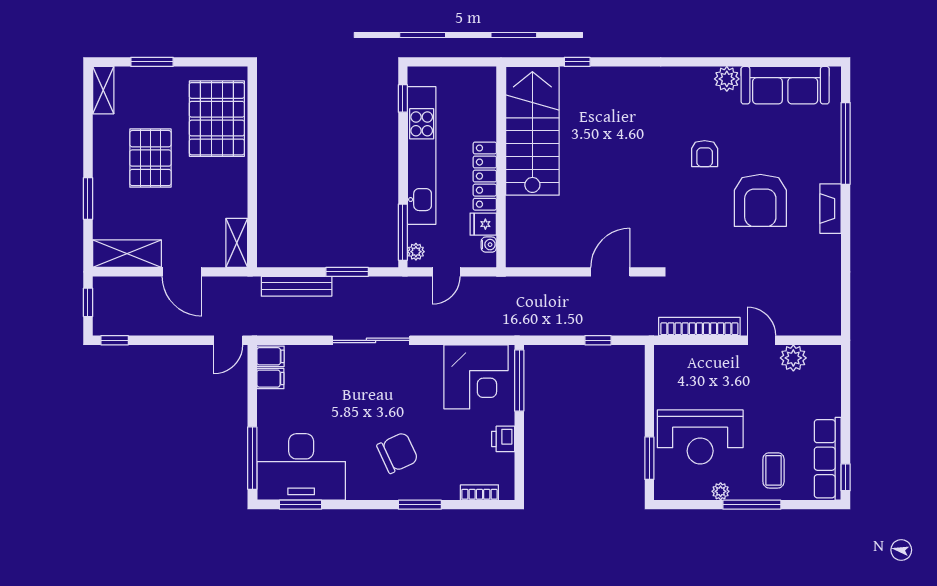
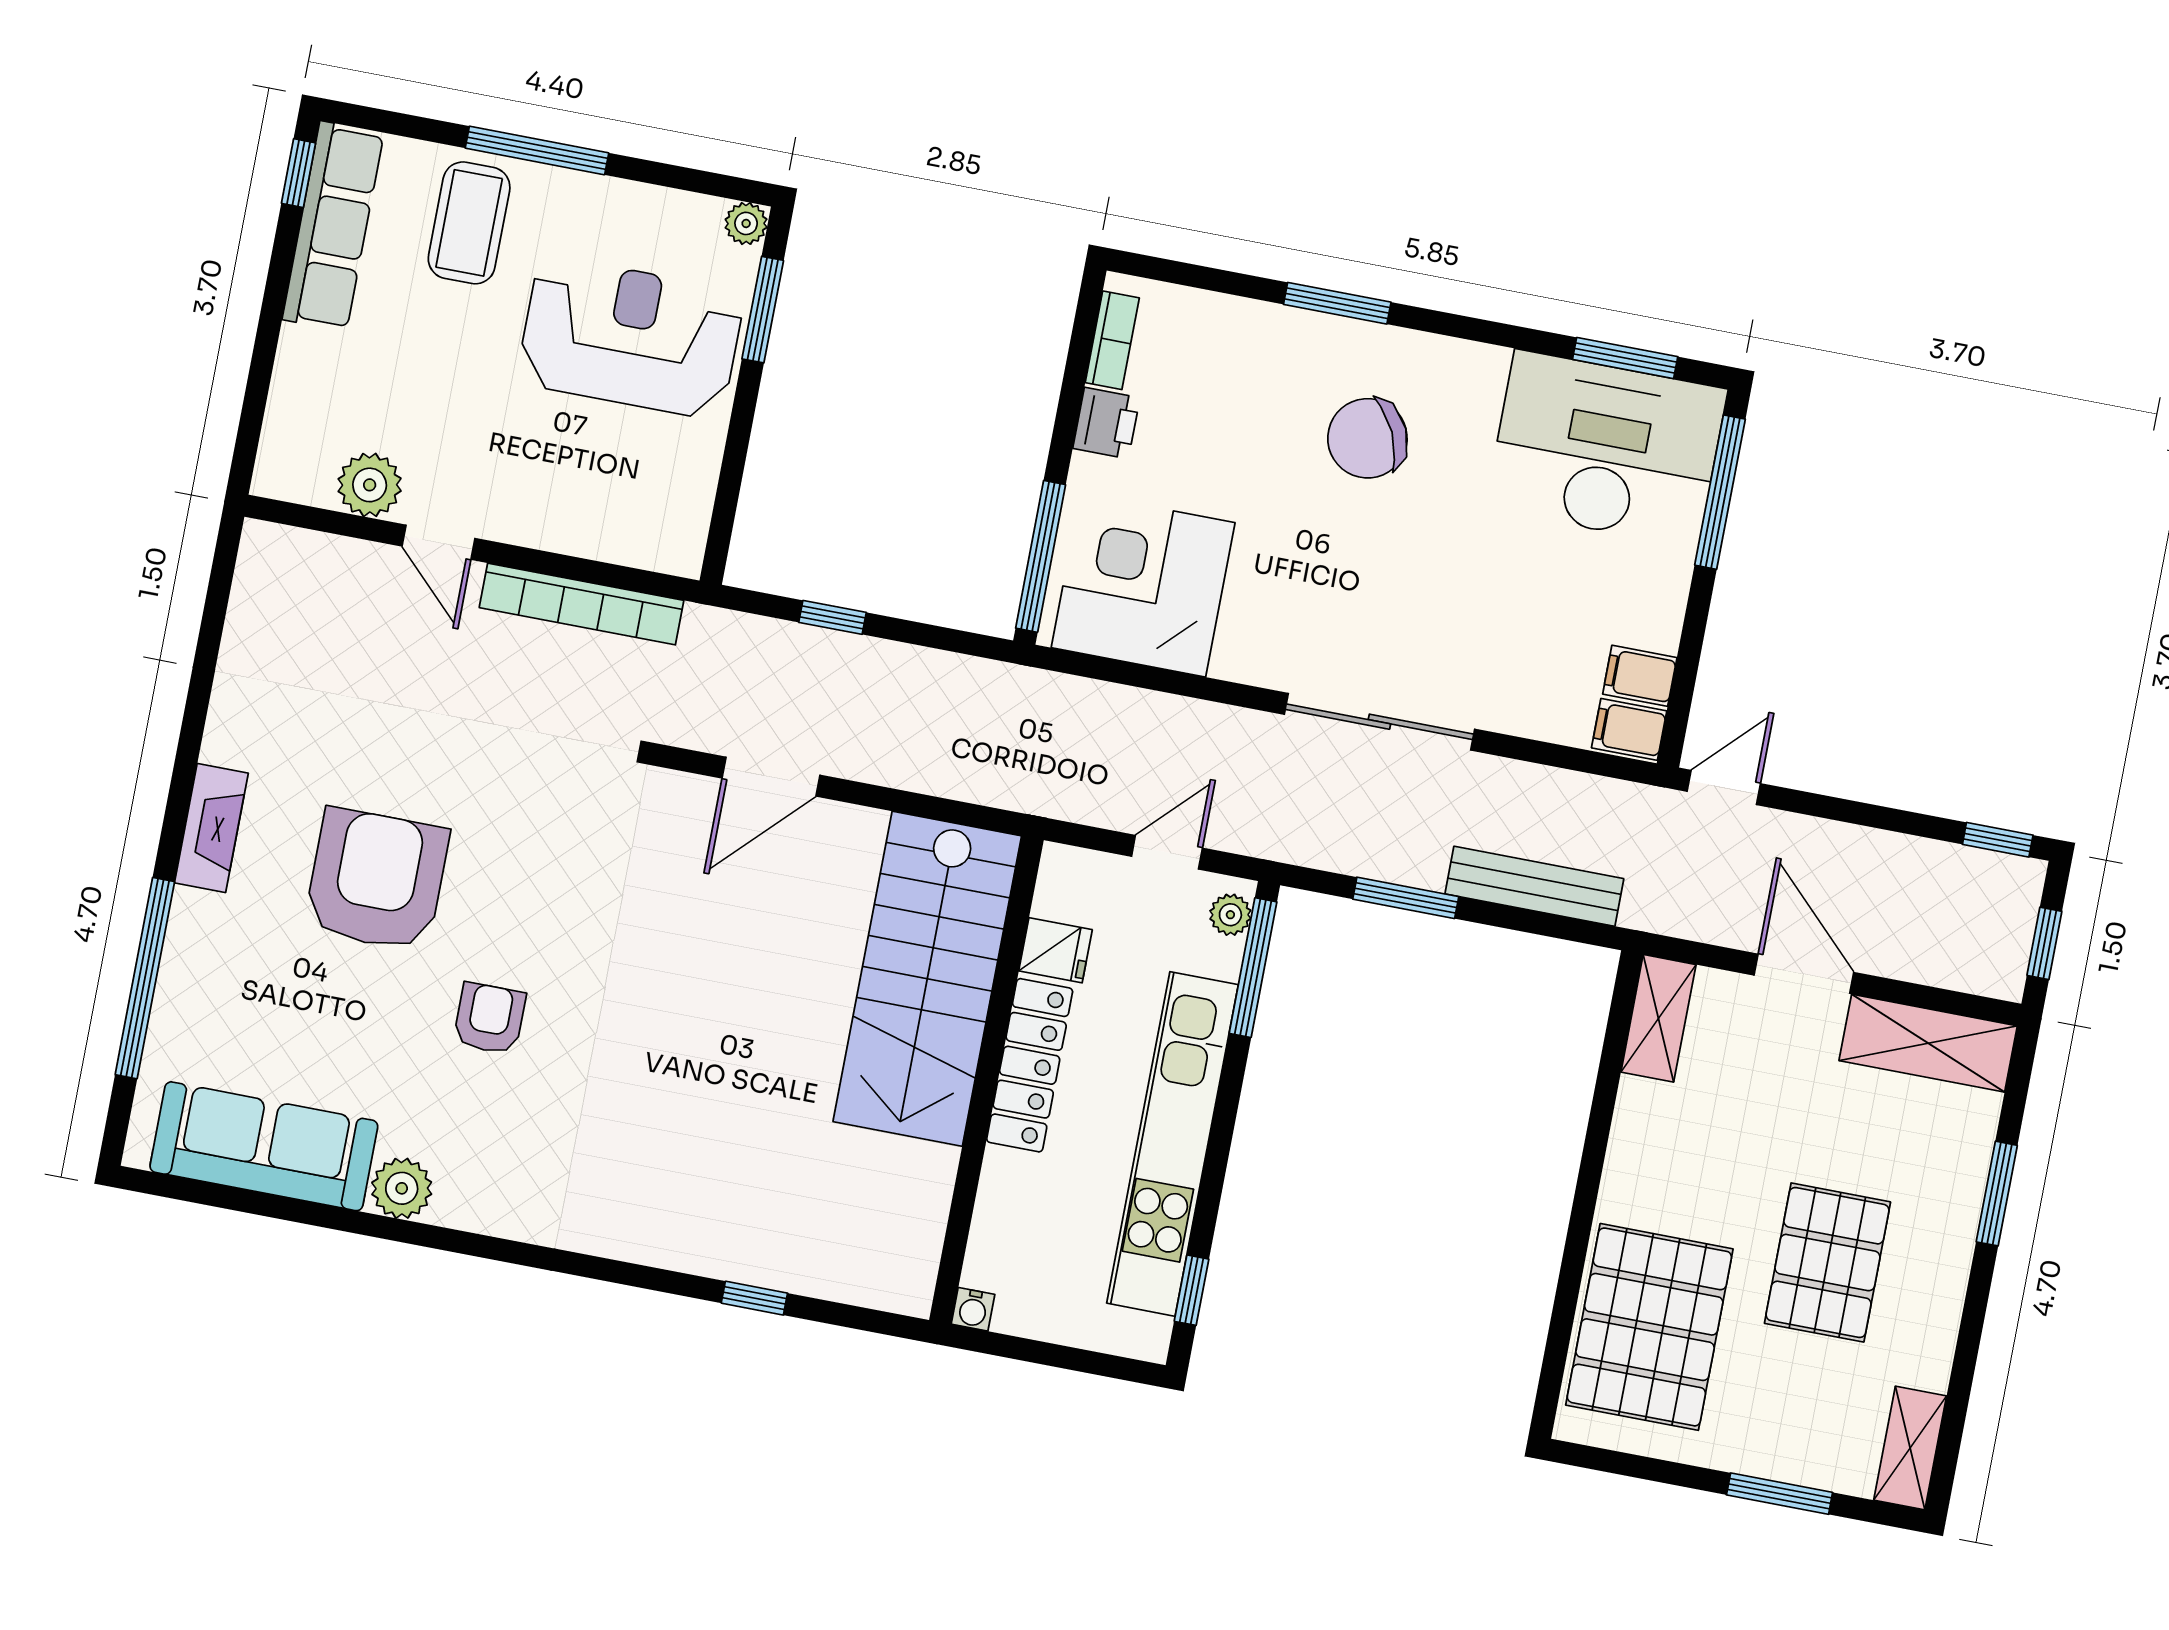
stairs: (532, 131) -> (927, 979), moved
water cooler: (489, 245) -> (973, 1309), moved, turned -90
coffee table: (773, 470) -> (469, 223), width x1.36, depth x1.30
plant: (721, 491) -> (746, 223), moved
bookcase: (479, 492) -> (1112, 340), moved, turned -90

